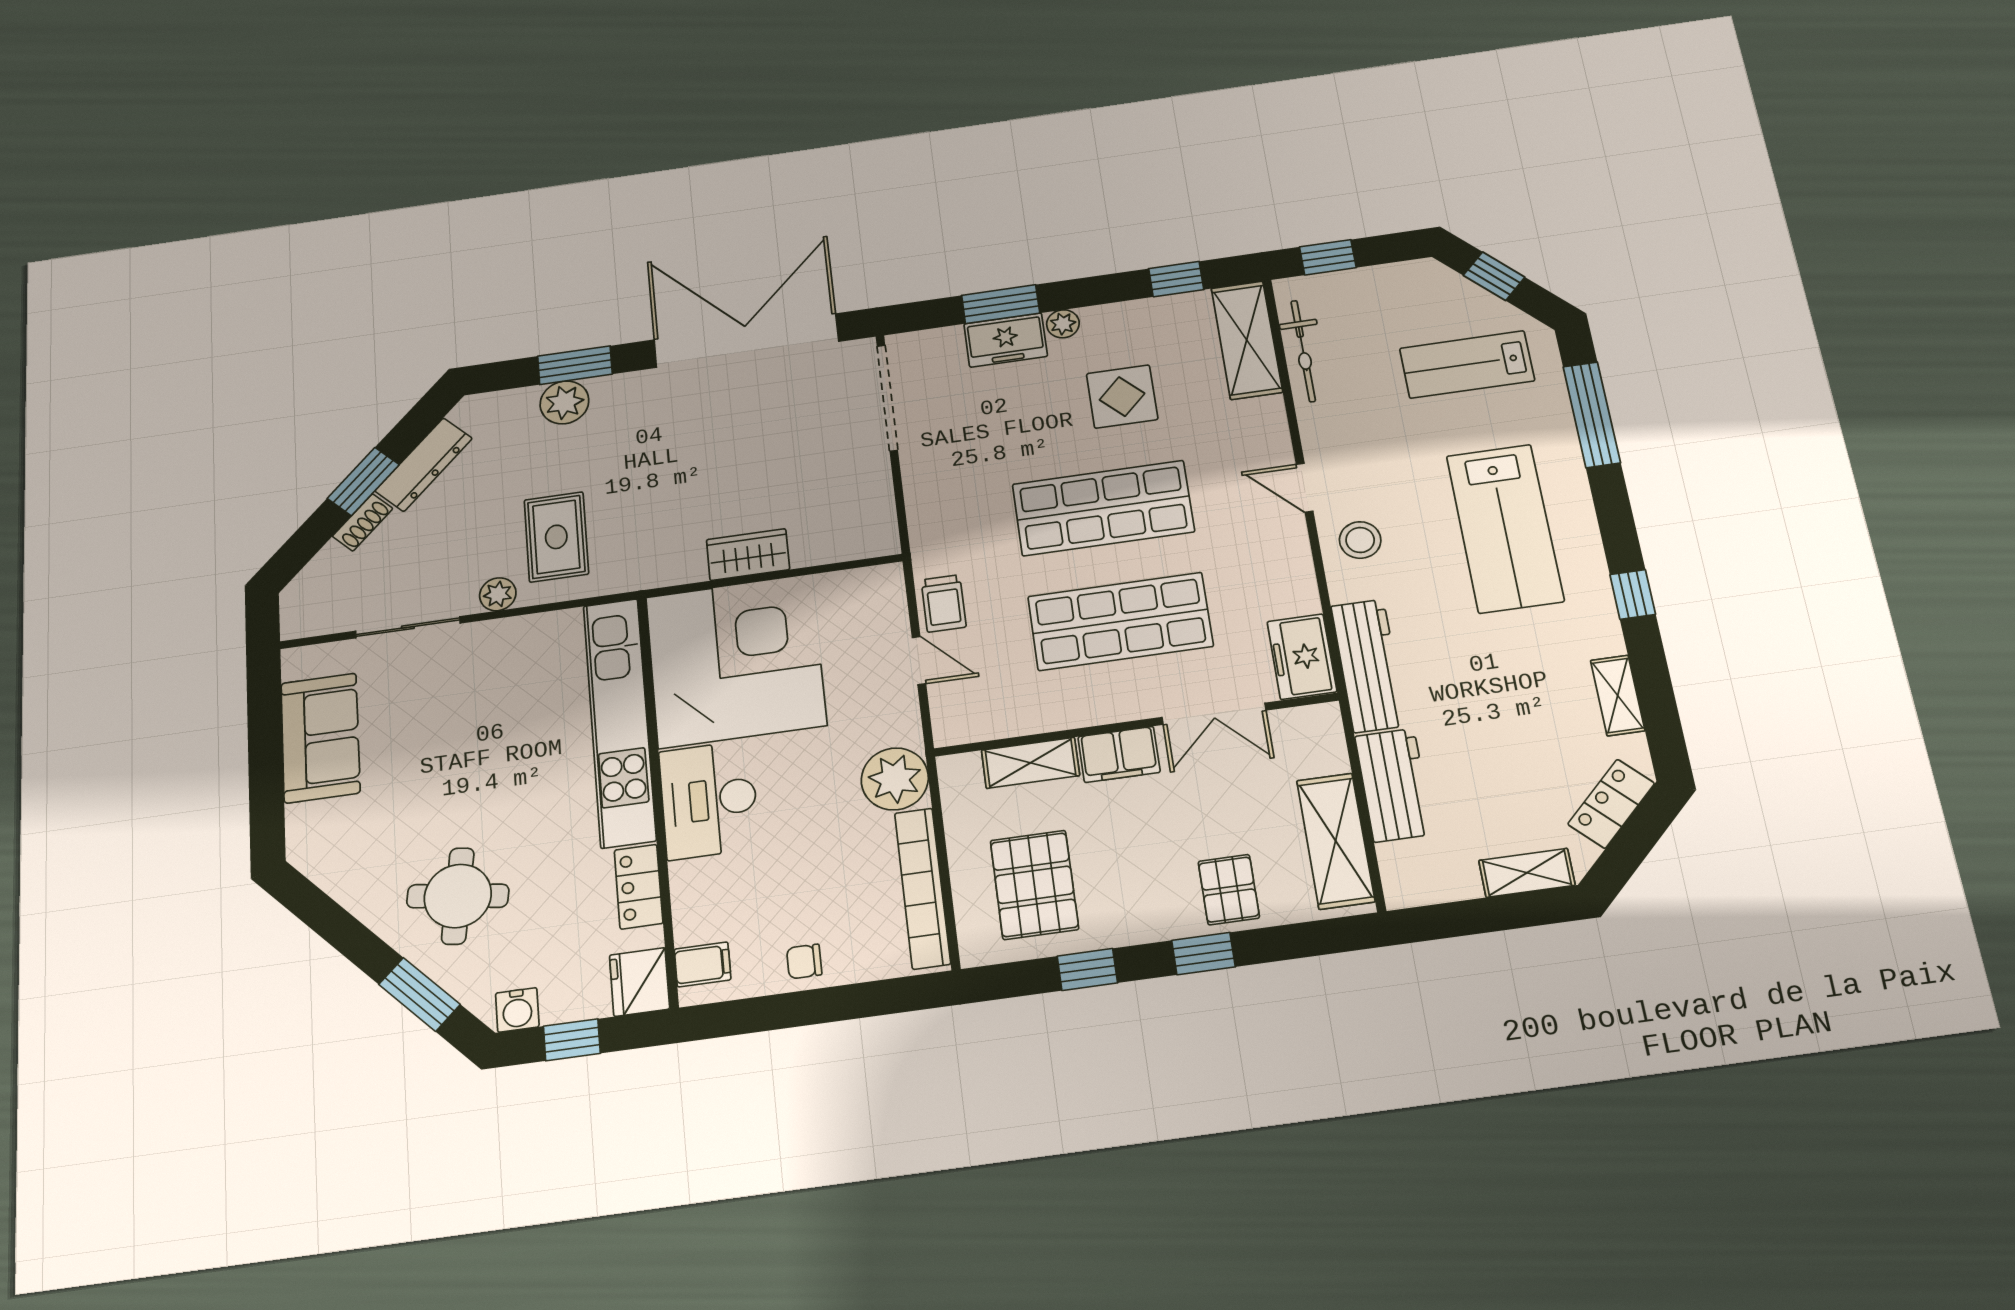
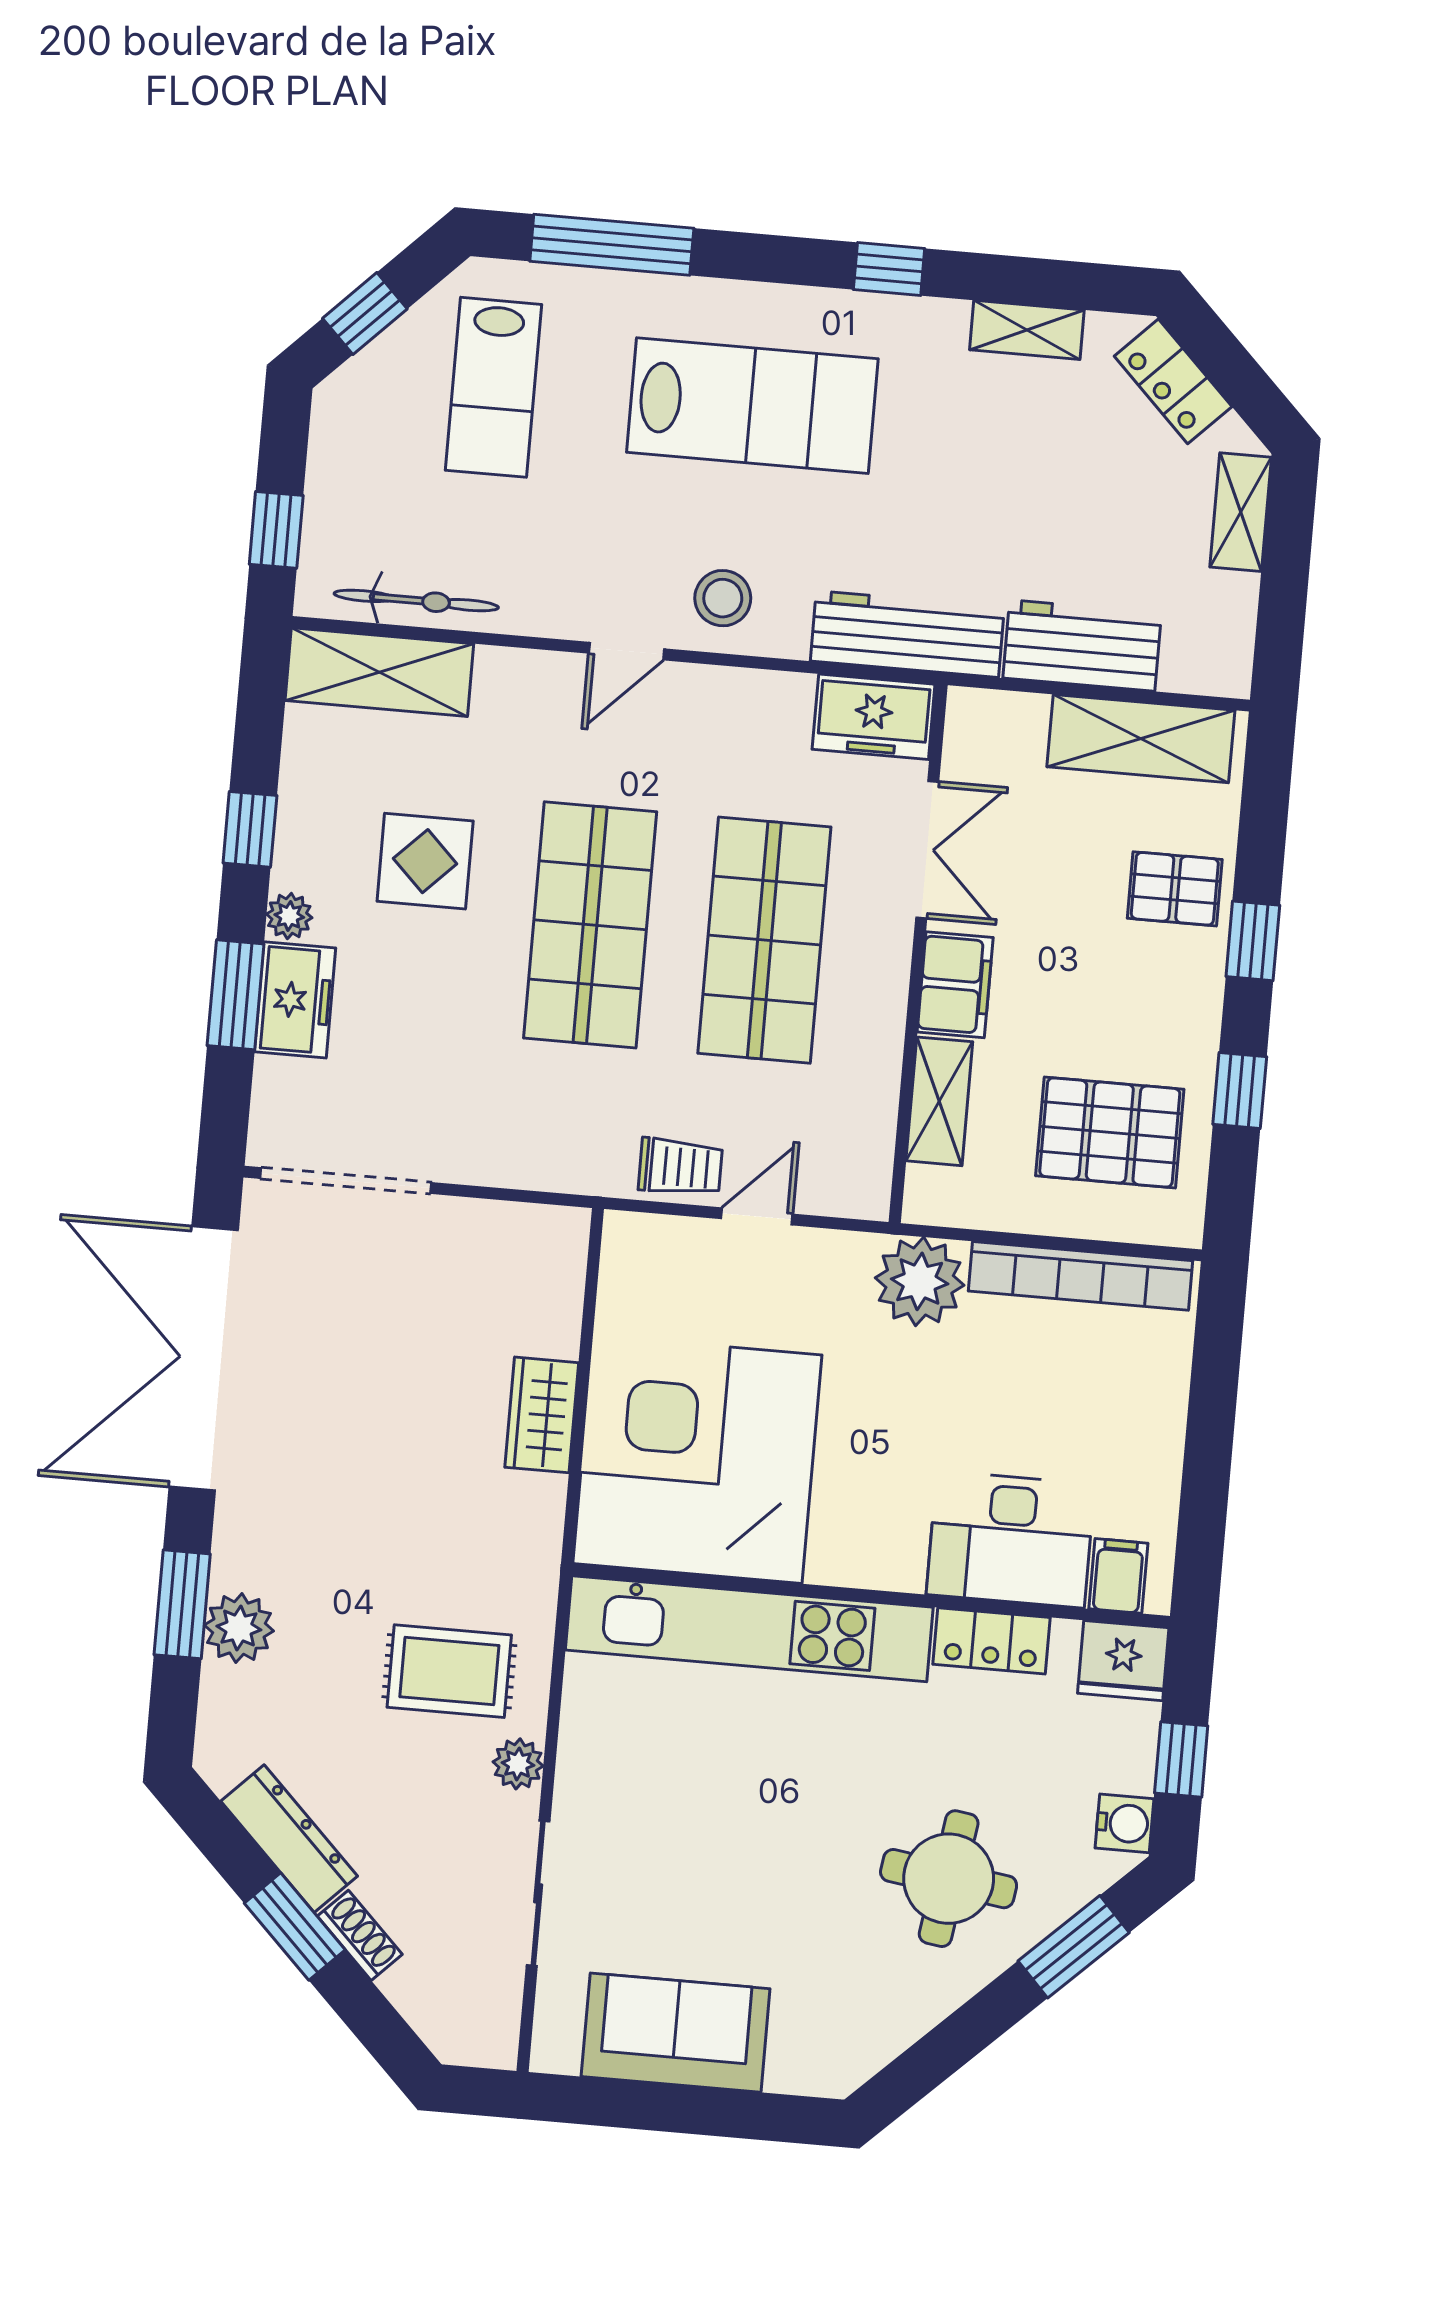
window: (1176, 279) -> (250, 829), moved
desk: (709, 800) -> (1011, 1539), moved
chair: (804, 961) -> (1145, 1446), removed

